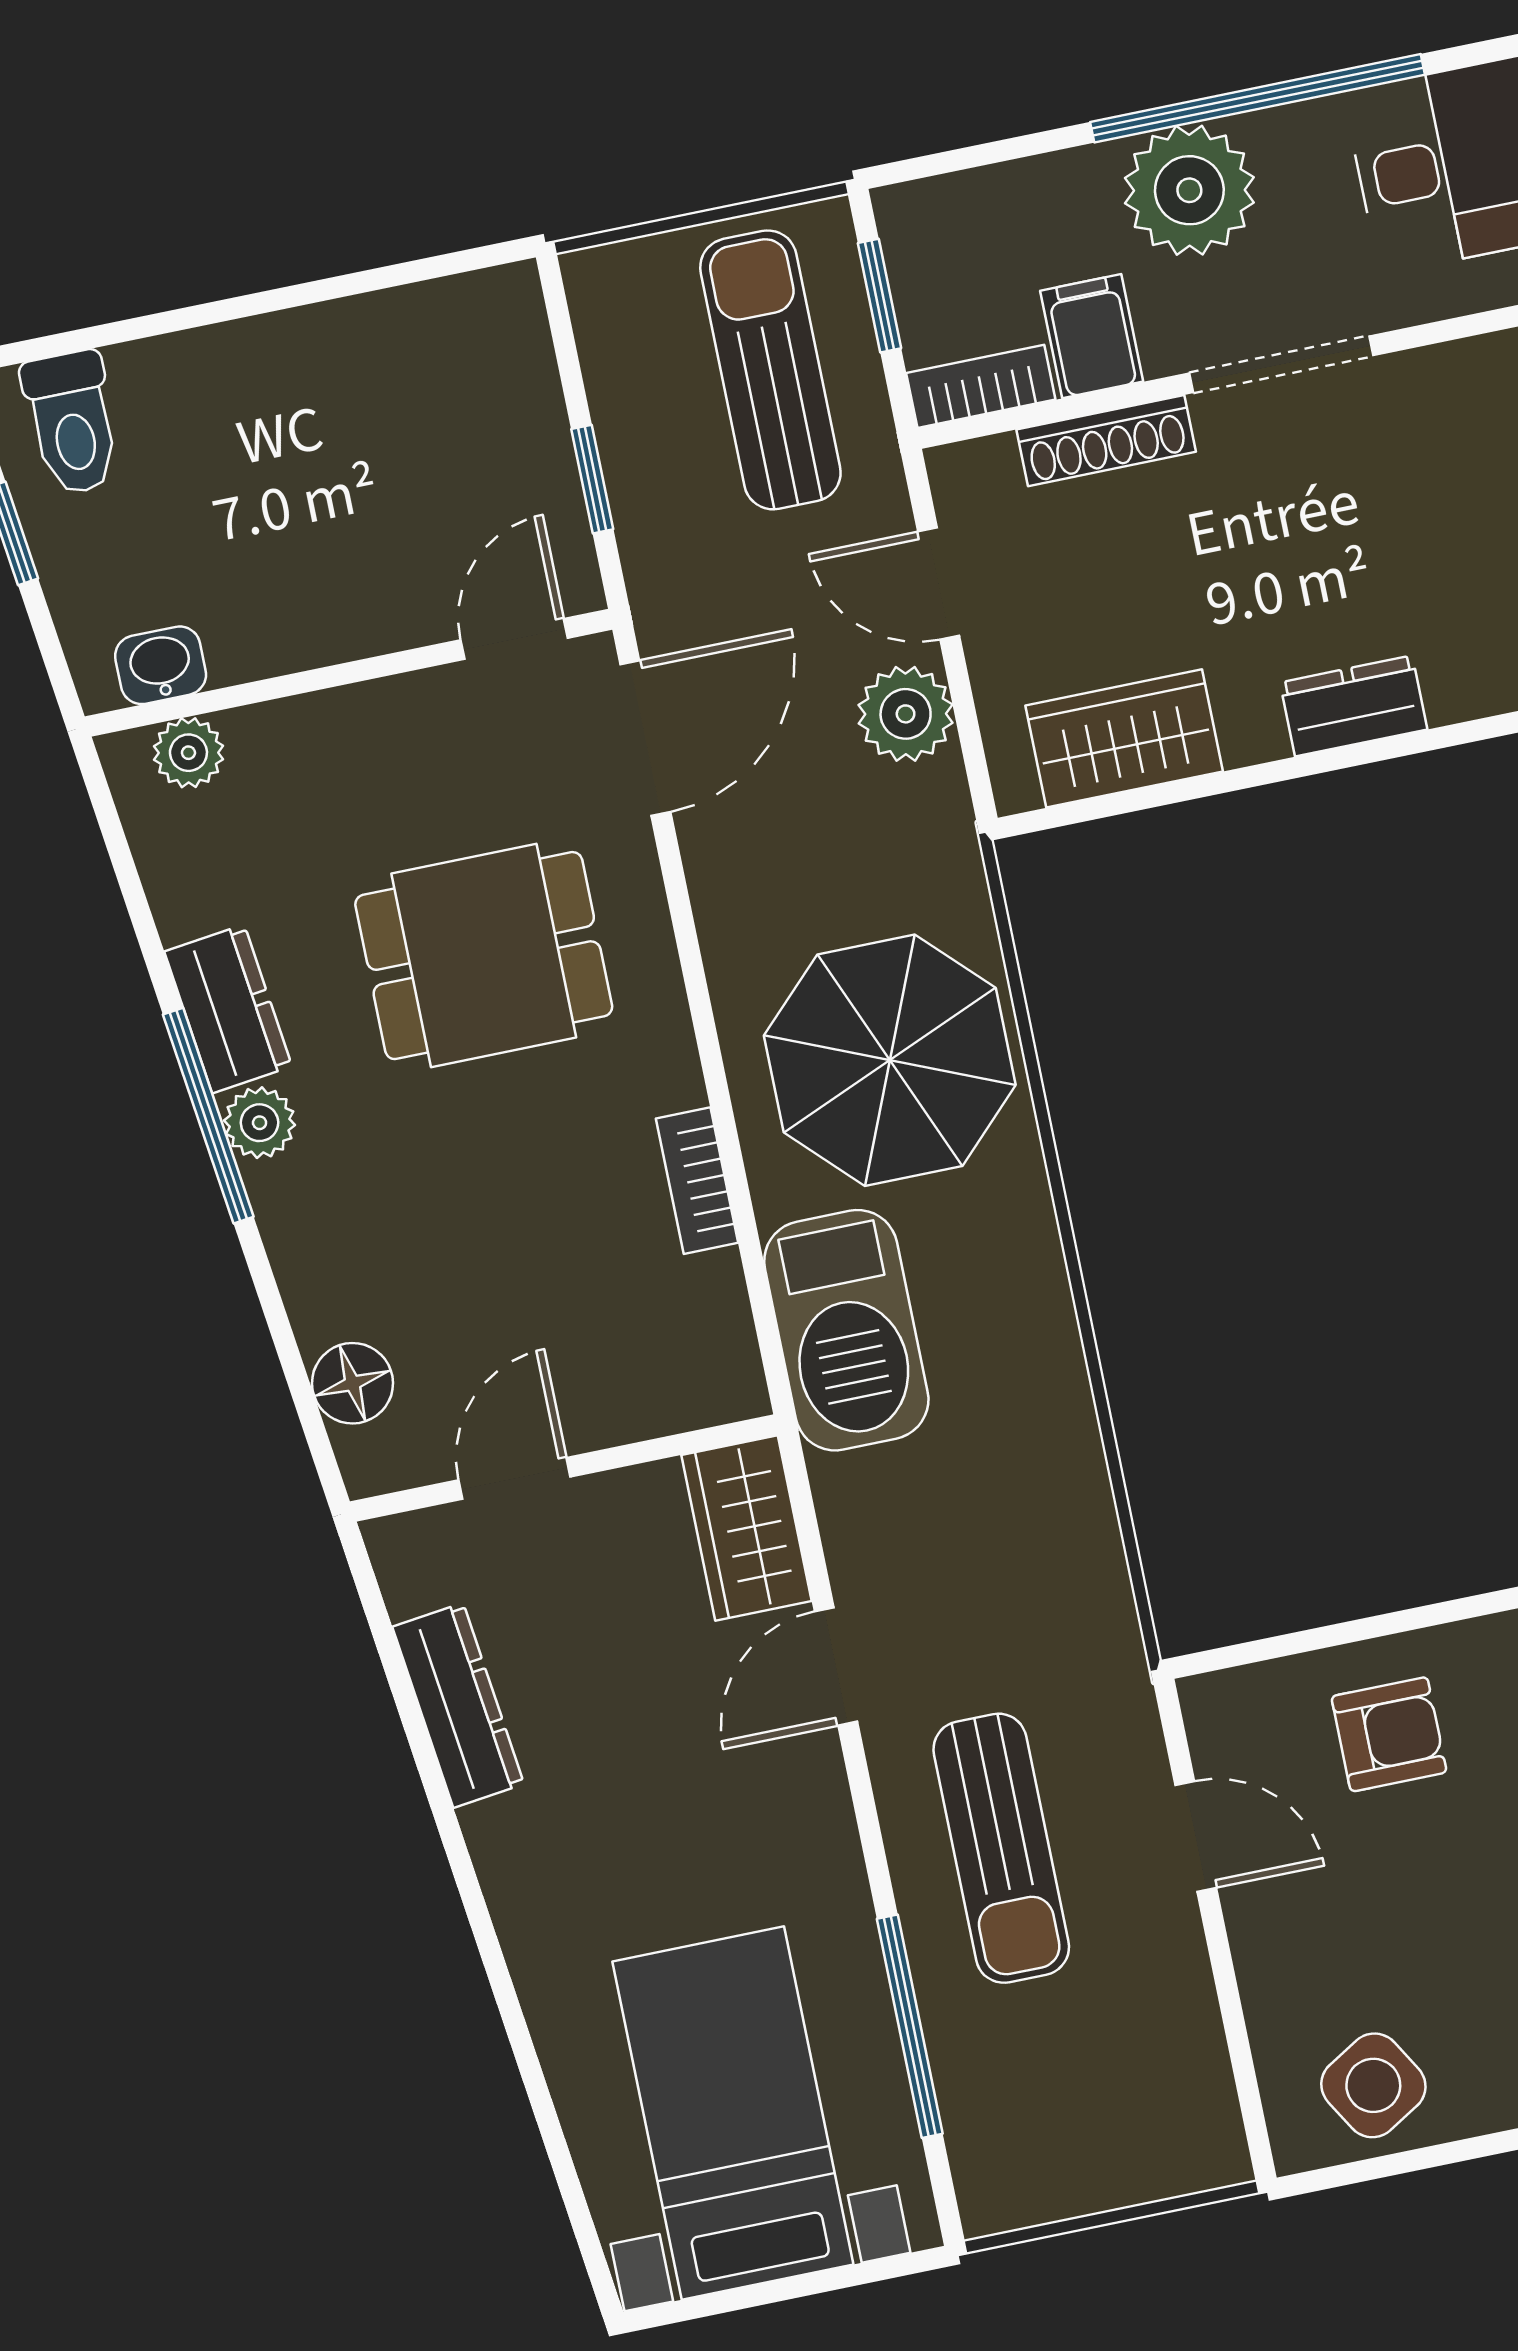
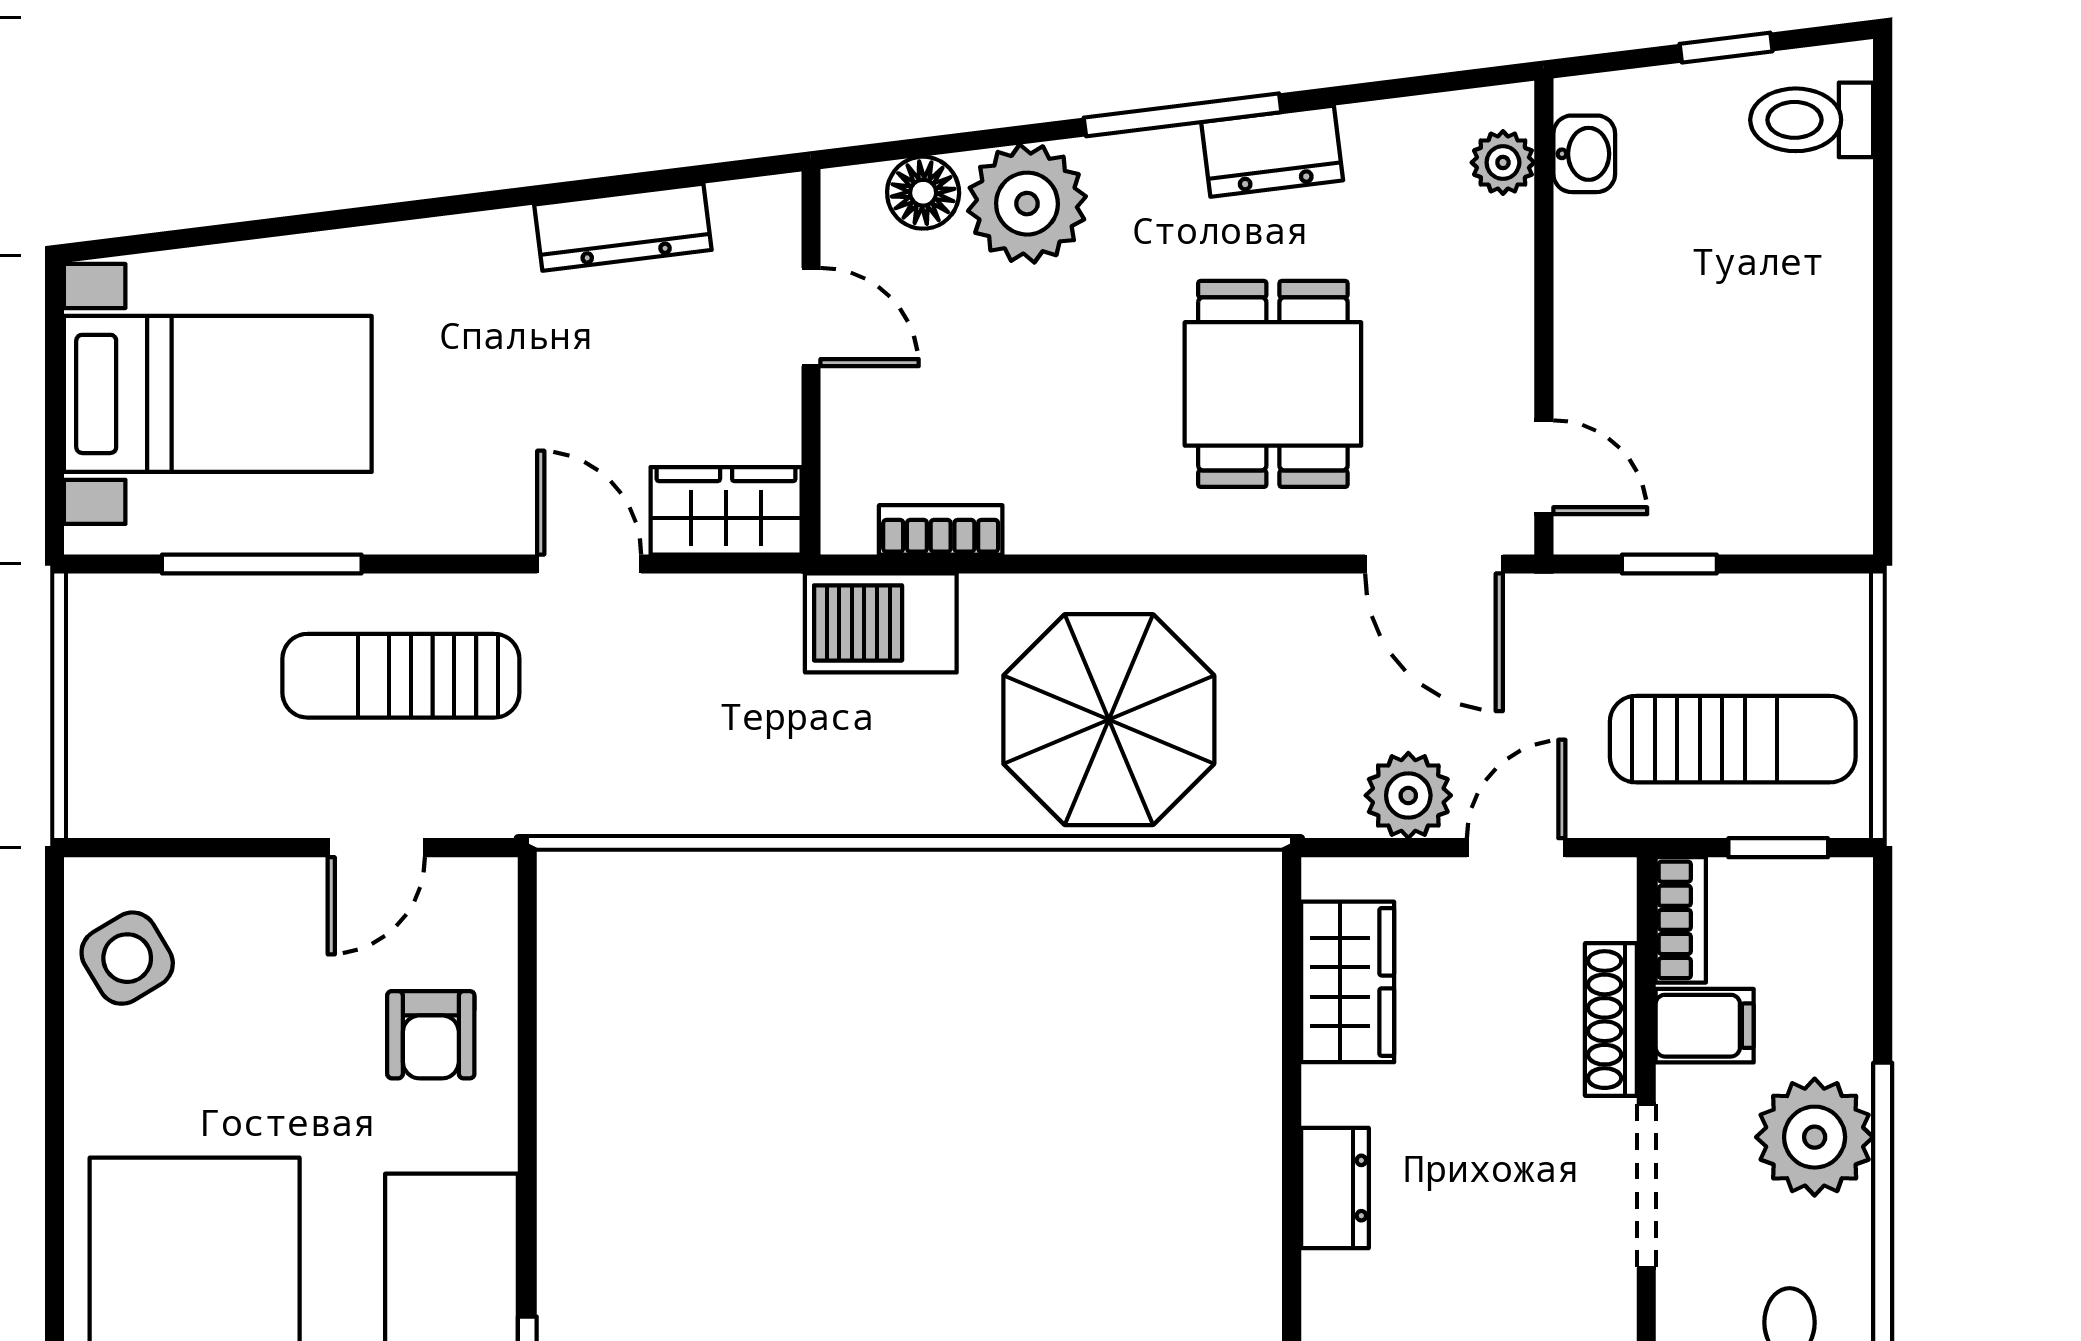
plant: (260, 1123) -> (1027, 204), moved, width x1.87, depth x1.87
bookcase: (697, 1181) -> (941, 530), moved
barbecue: (846, 1330) -> (881, 623), width x0.73, depth x0.83

